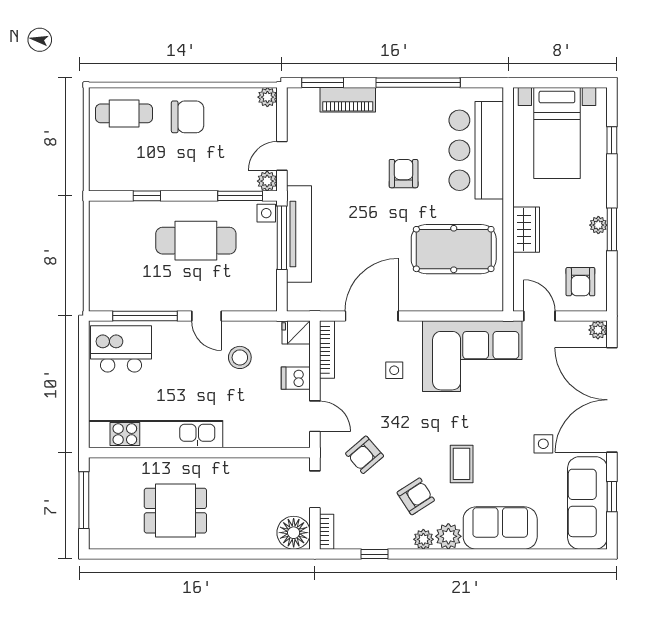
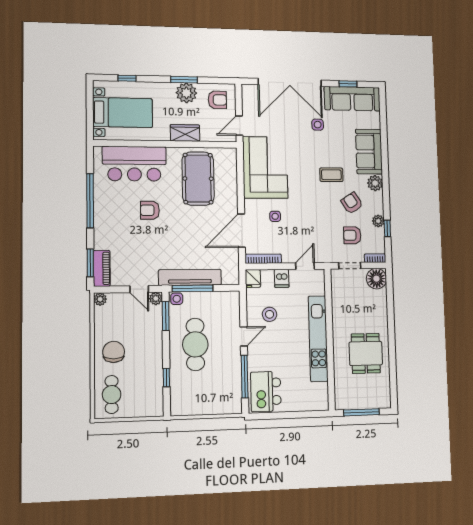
piano: (348, 100) -> (102, 268), moved
plant: (598, 225) -> (186, 93), width x1.88, depth x1.88
door: (372, 316) -> (241, 231), hinge flipped
plant: (598, 330) -> (247, 90), removed
kitchen unit: (156, 434) -> (318, 339), moved
armchair: (365, 455) -> (352, 235), moved, turned 131
plant: (423, 539) -> (378, 221), moved

